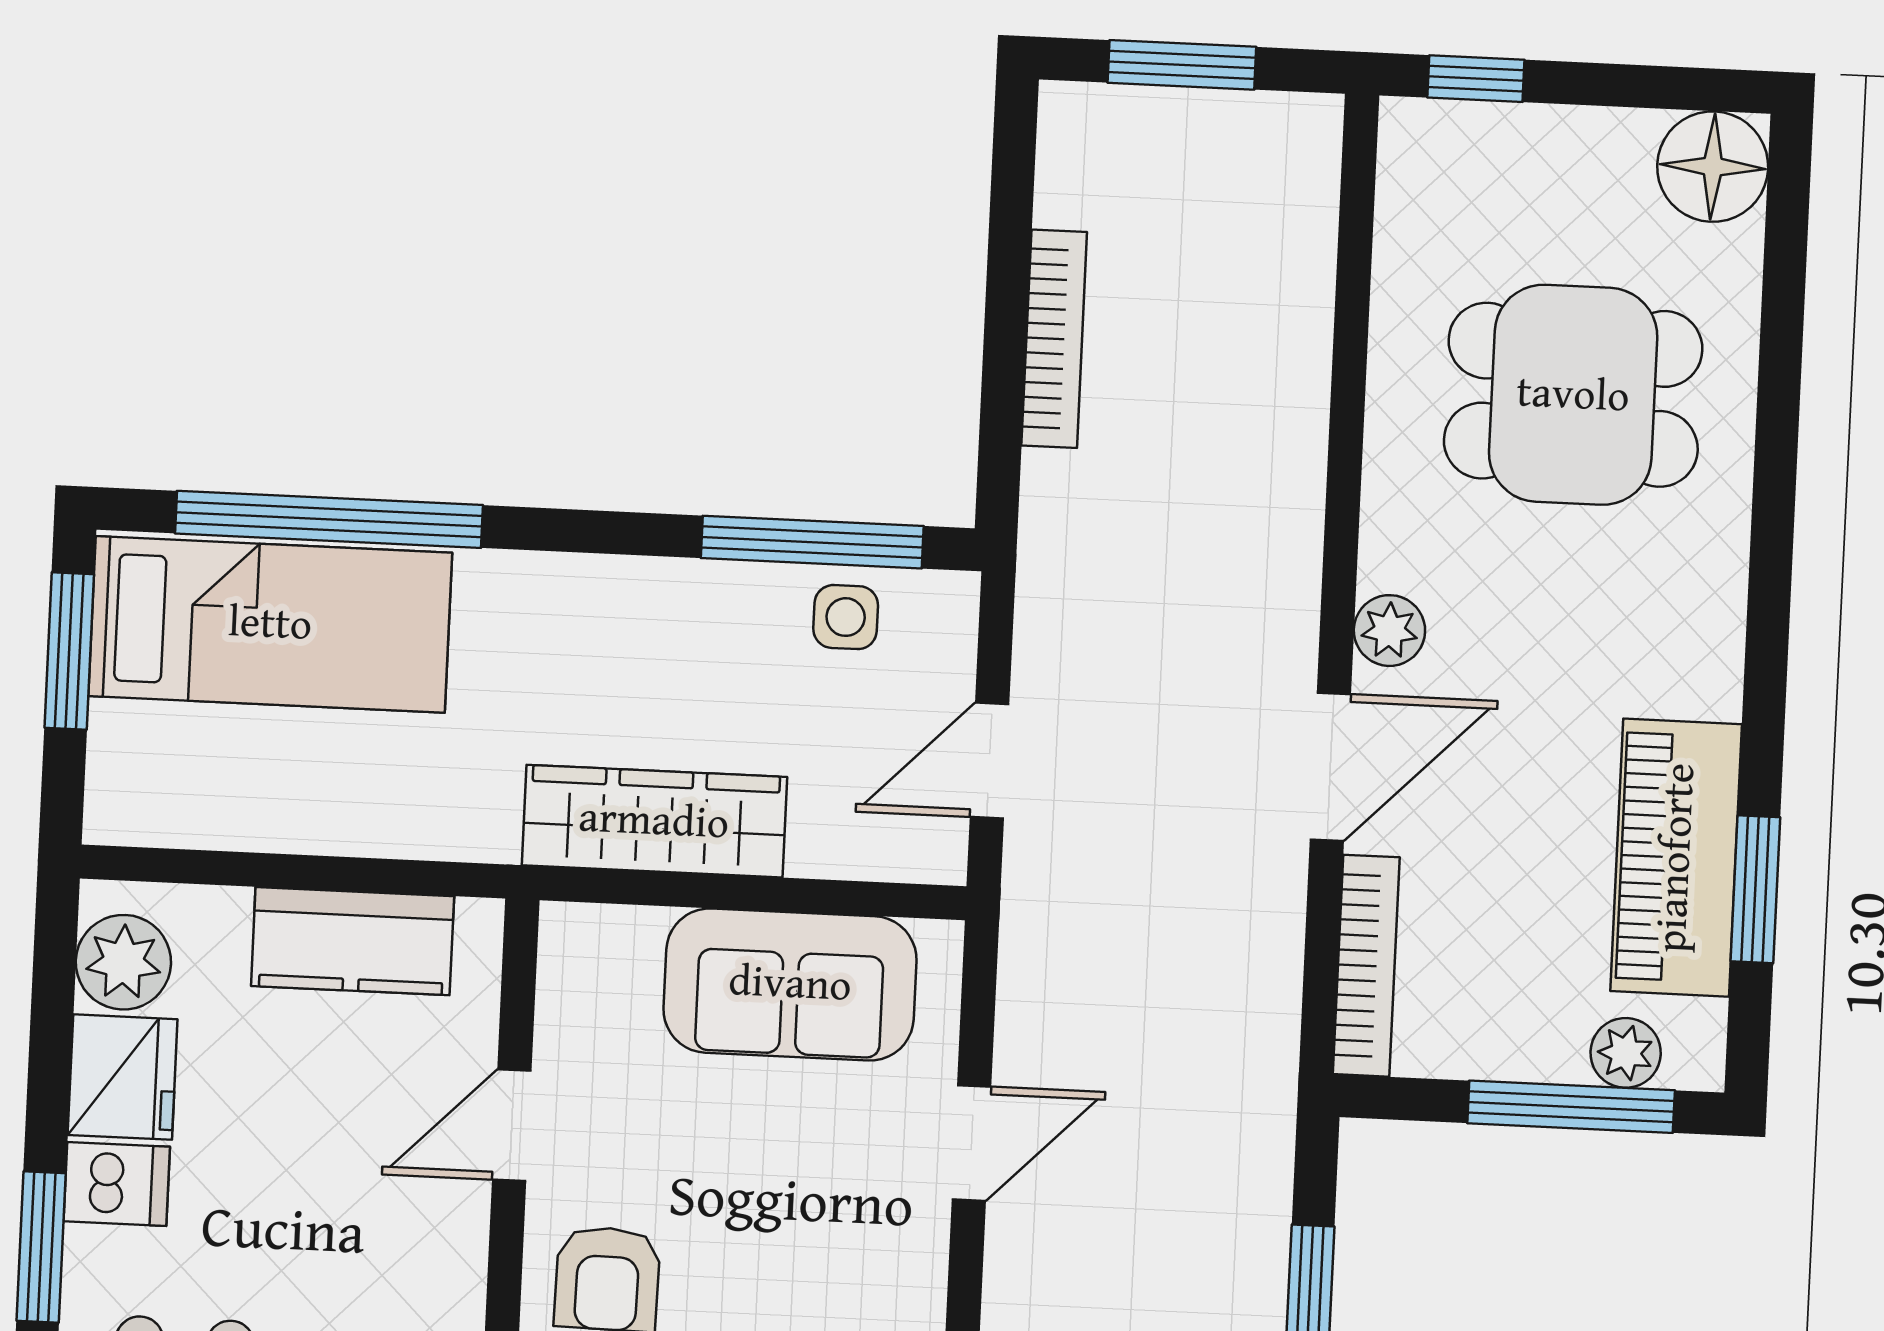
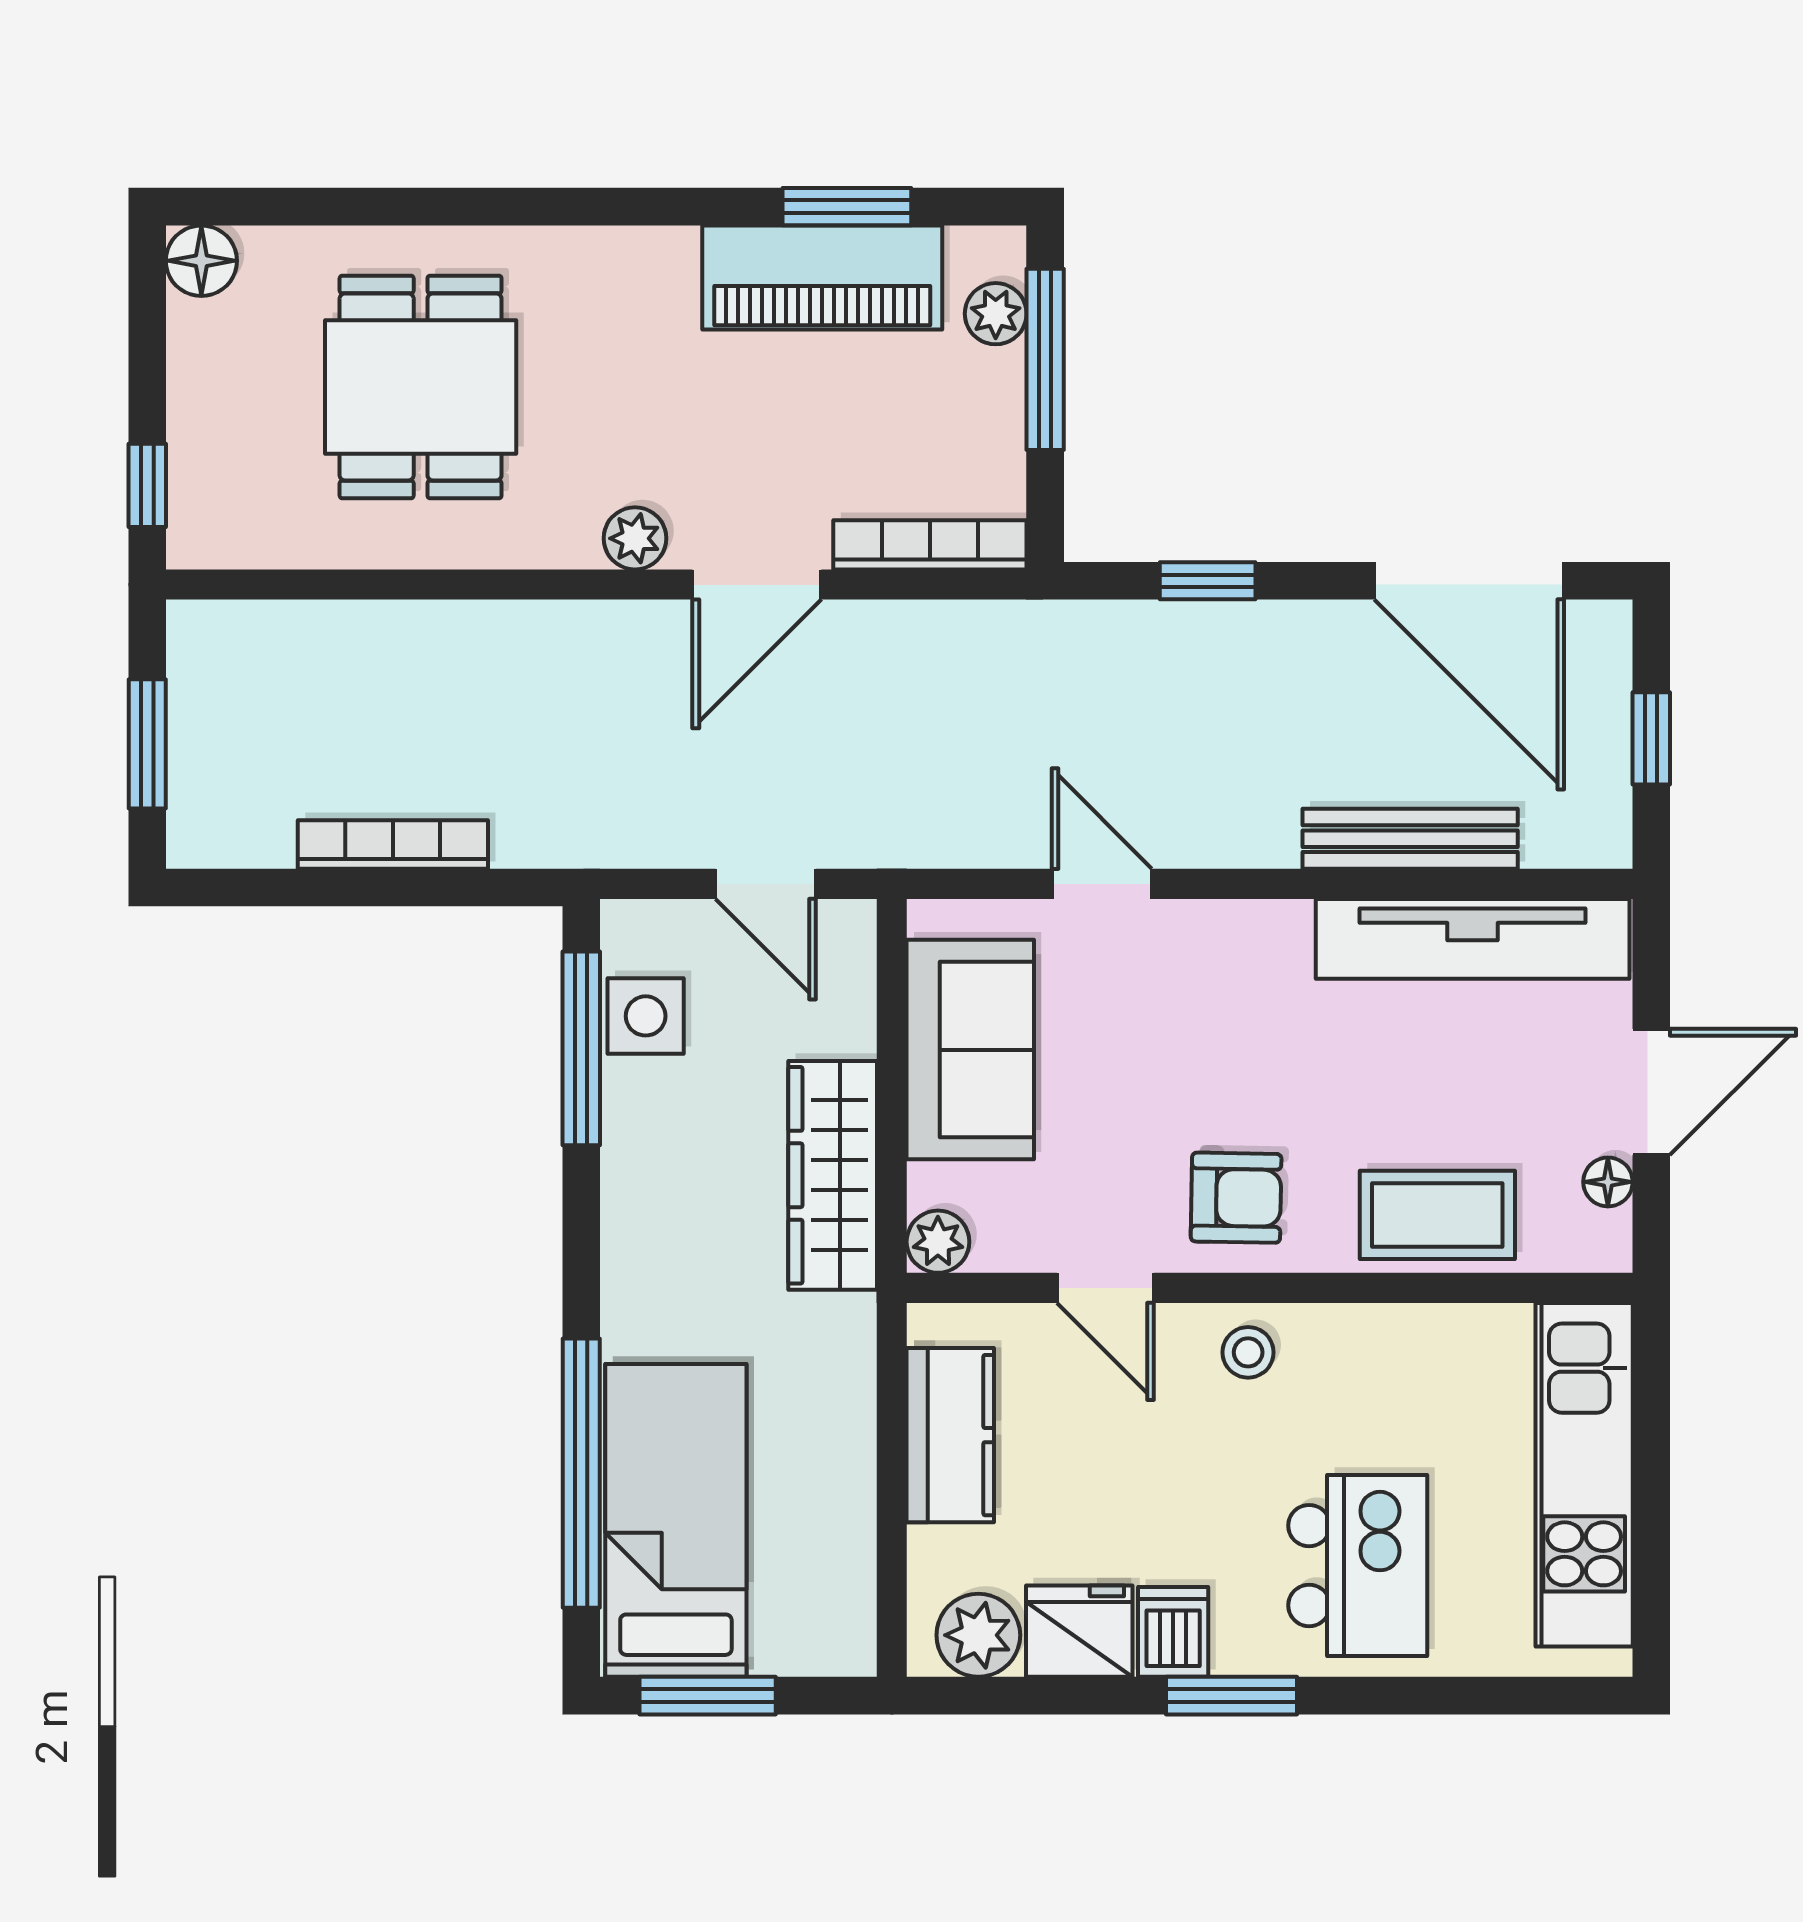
floor lamp: (1713, 167) -> (201, 261), width x0.73, depth x0.73
side table: (846, 617) -> (646, 1016), width x1.37, depth x1.37
door: (1330, 767) -> (757, 585), swing flipped
plant: (573, 937) -> (938, 1242), added
stool: (431, 1284) -> (1248, 1352), added

